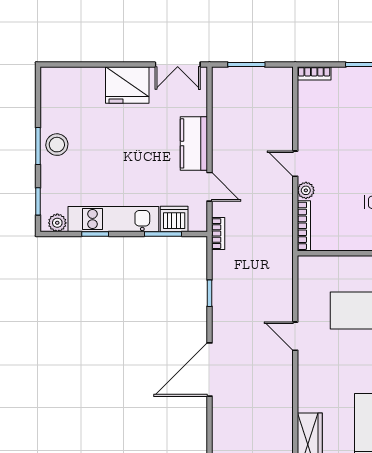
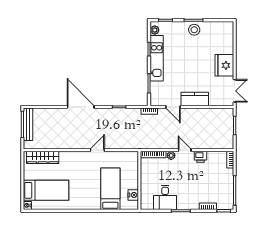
double door: (178, 65) -> (235, 91), swing flipped
printer: (308, 132) -> (200, 157), added
door: (295, 164) -> (185, 150), hinge flipped
door: (209, 187) -> (173, 107), hinge flipped
dishwasher: (174, 219) -> (157, 89), removed

